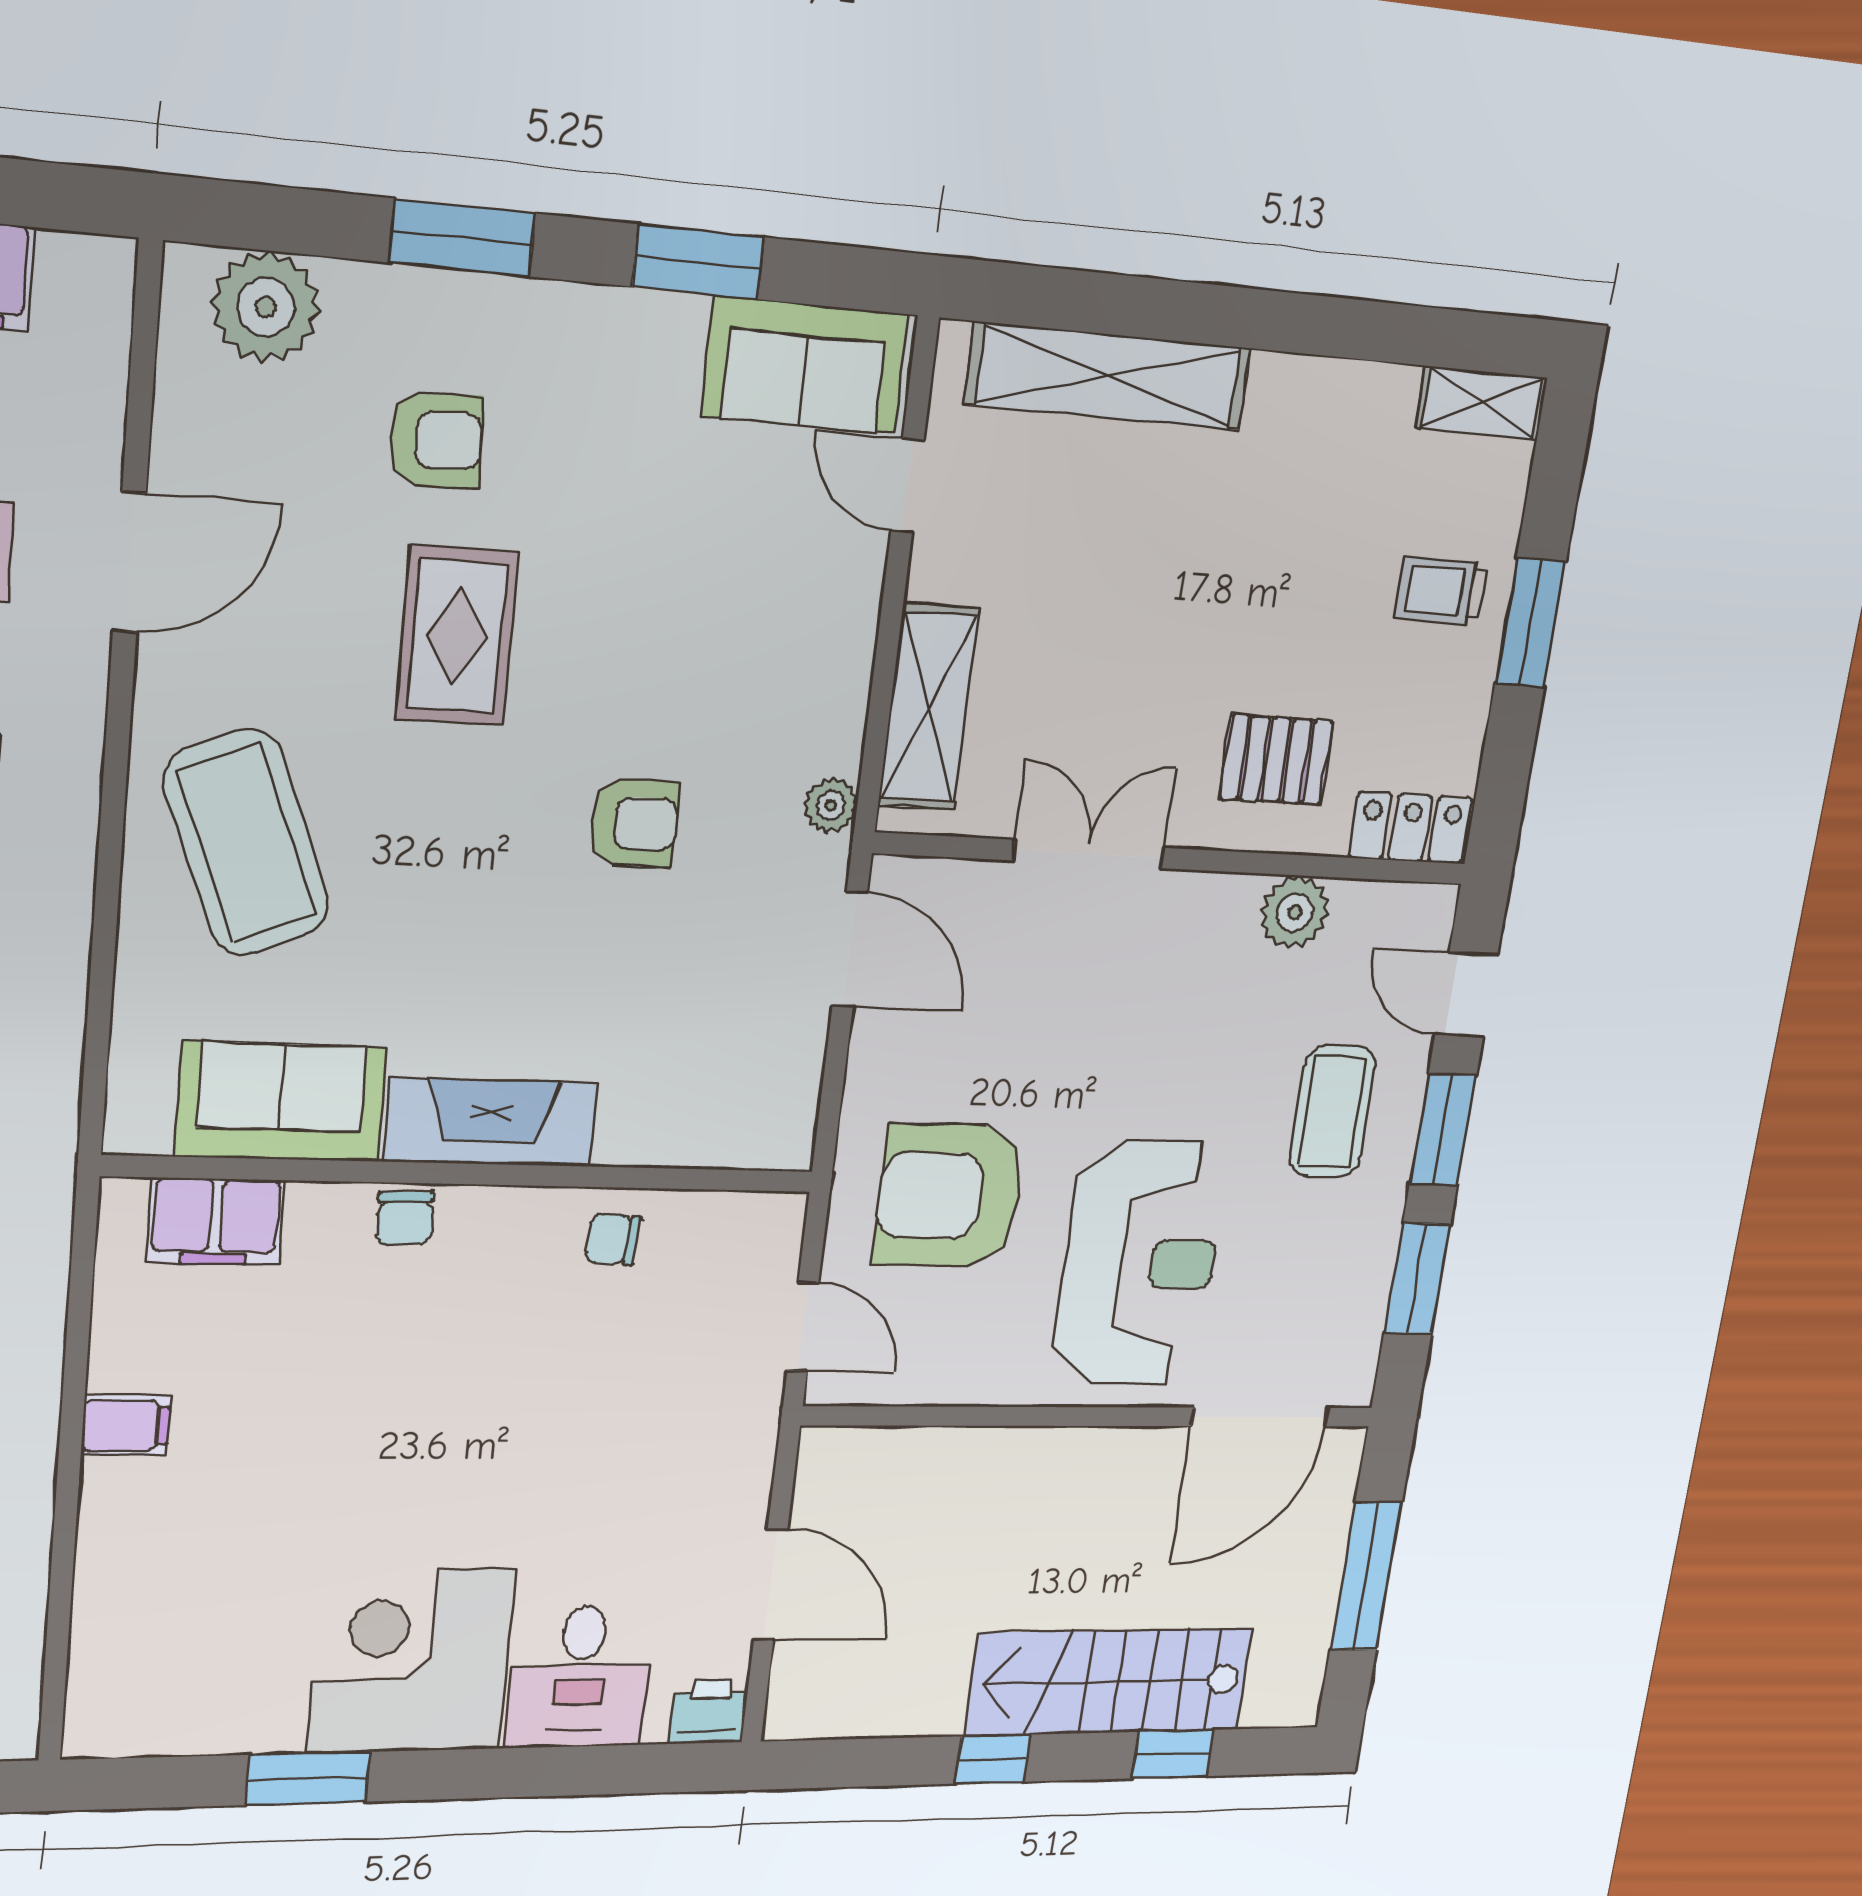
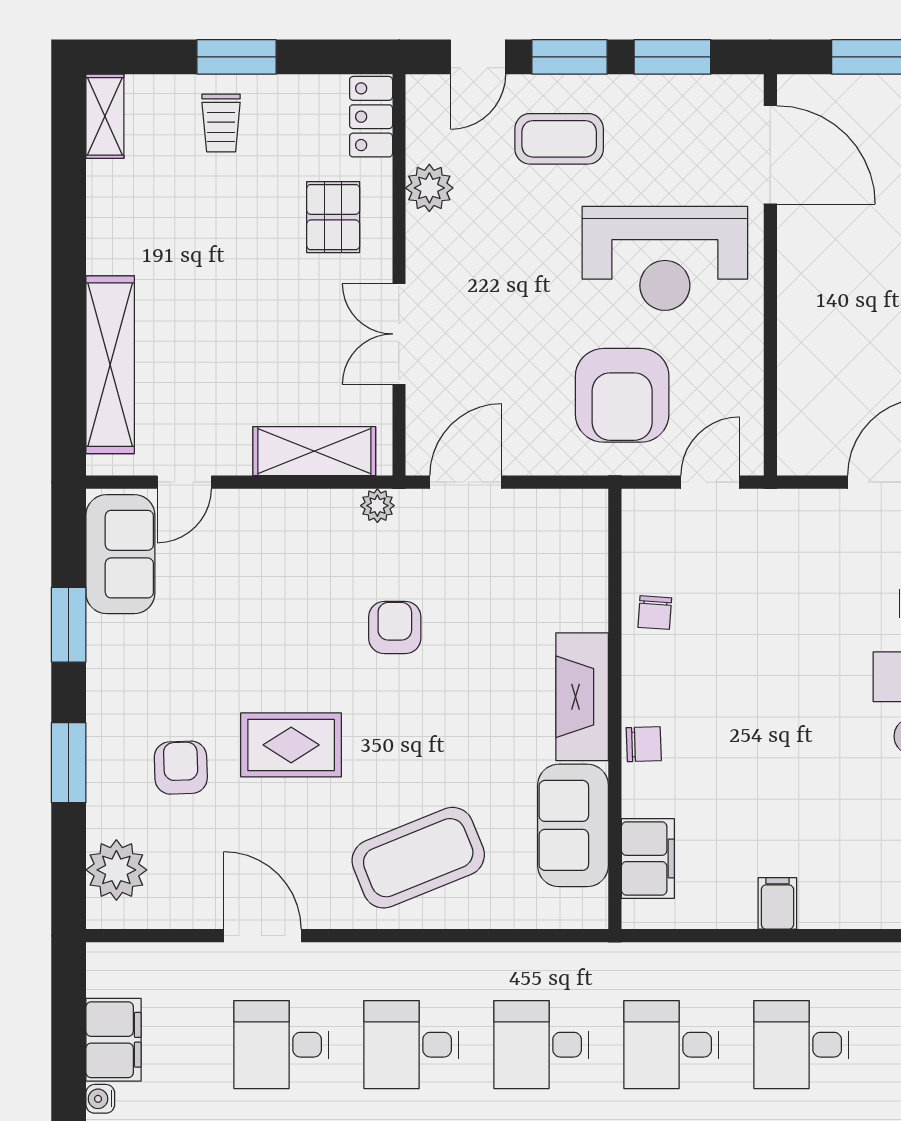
reception desk: (1139, 1264) -> (665, 258), turned 180

